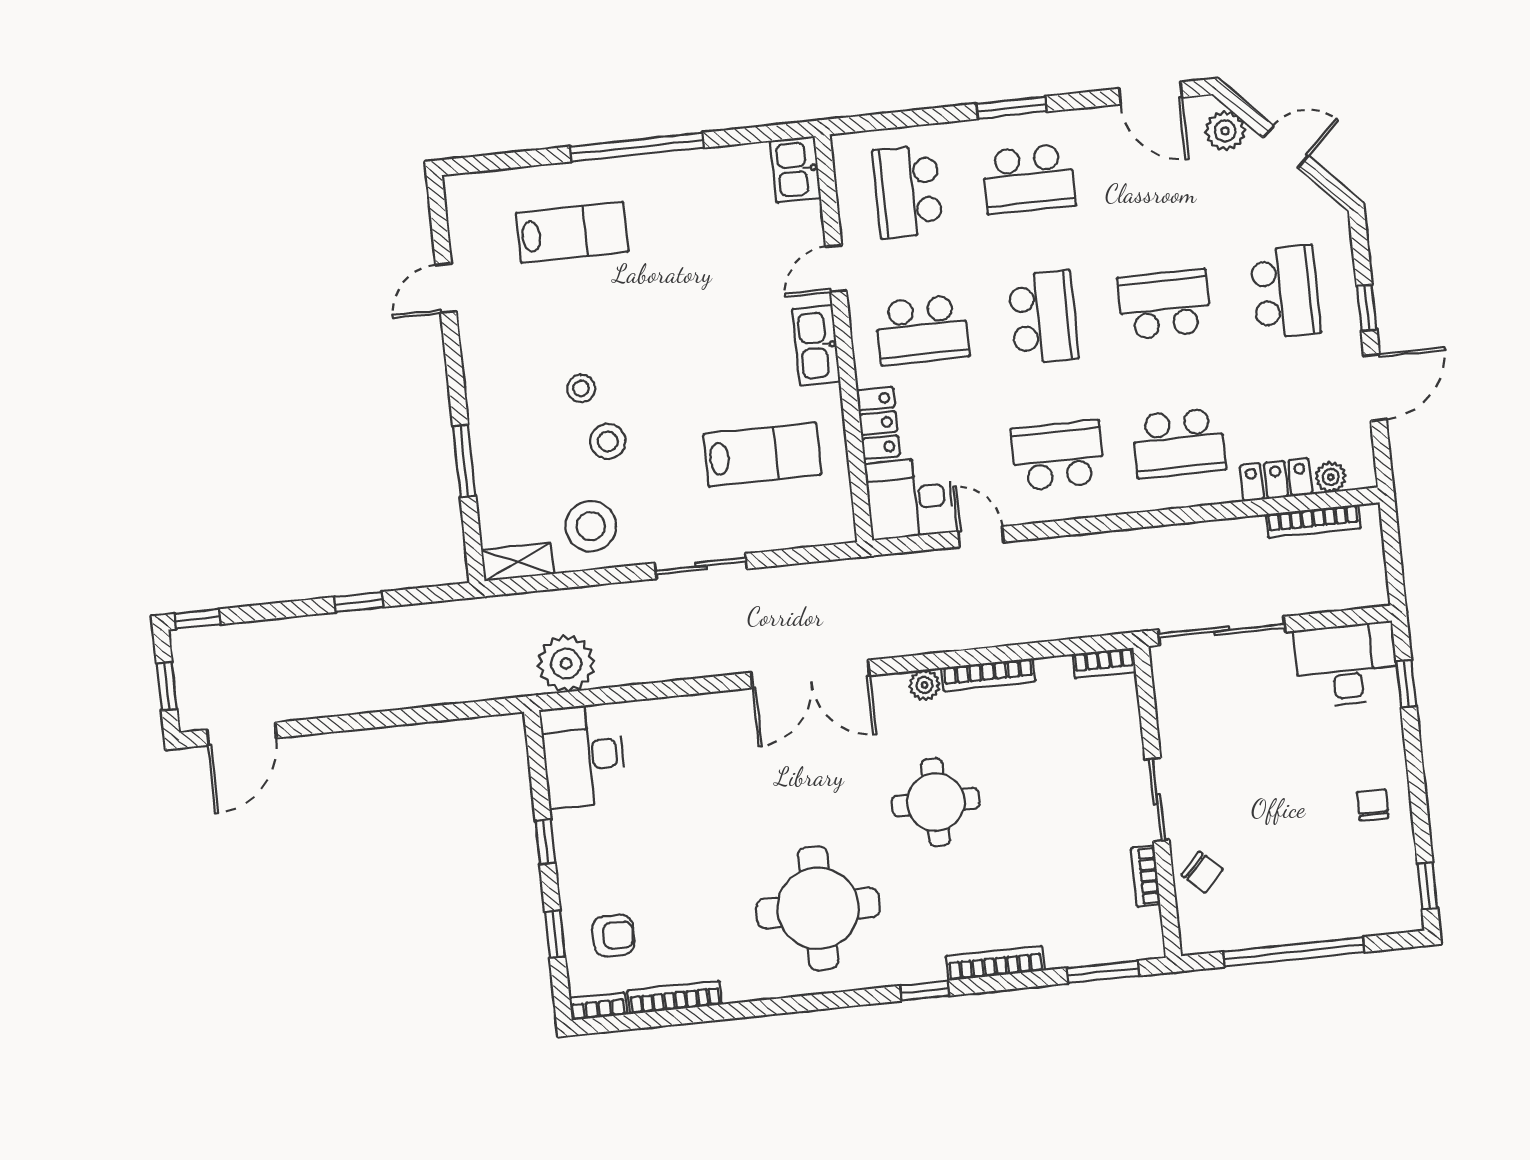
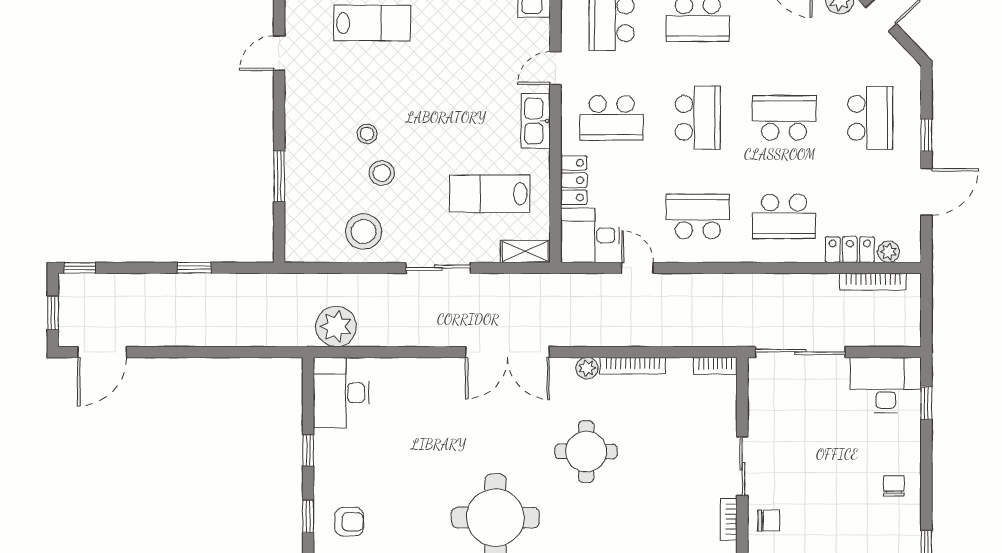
lab bench: (762, 454) -> (490, 194), turned 180
shelving: (518, 562) -> (525, 251), moved
chair: (1202, 872) -> (769, 521), turned -43

